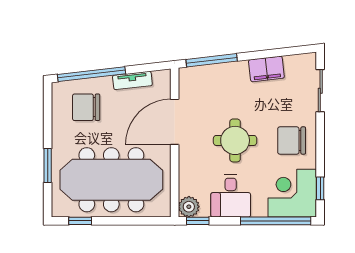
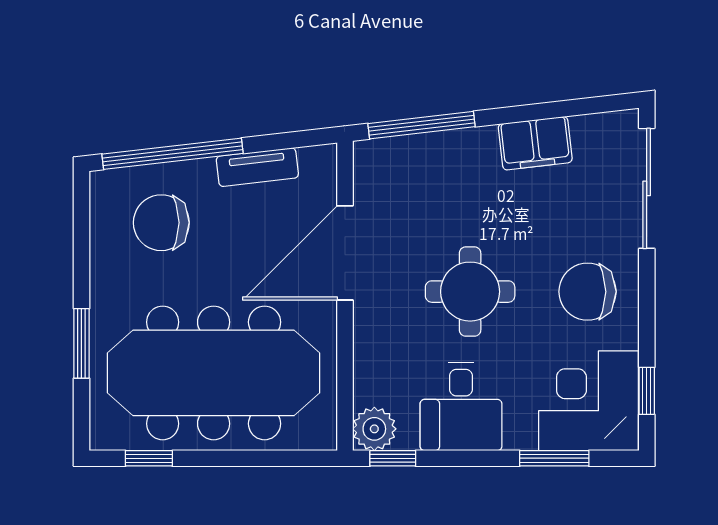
sliding door: (320, 91) -> (647, 188), width x1.37
window: (276, 221) -> (554, 458), width x0.47

